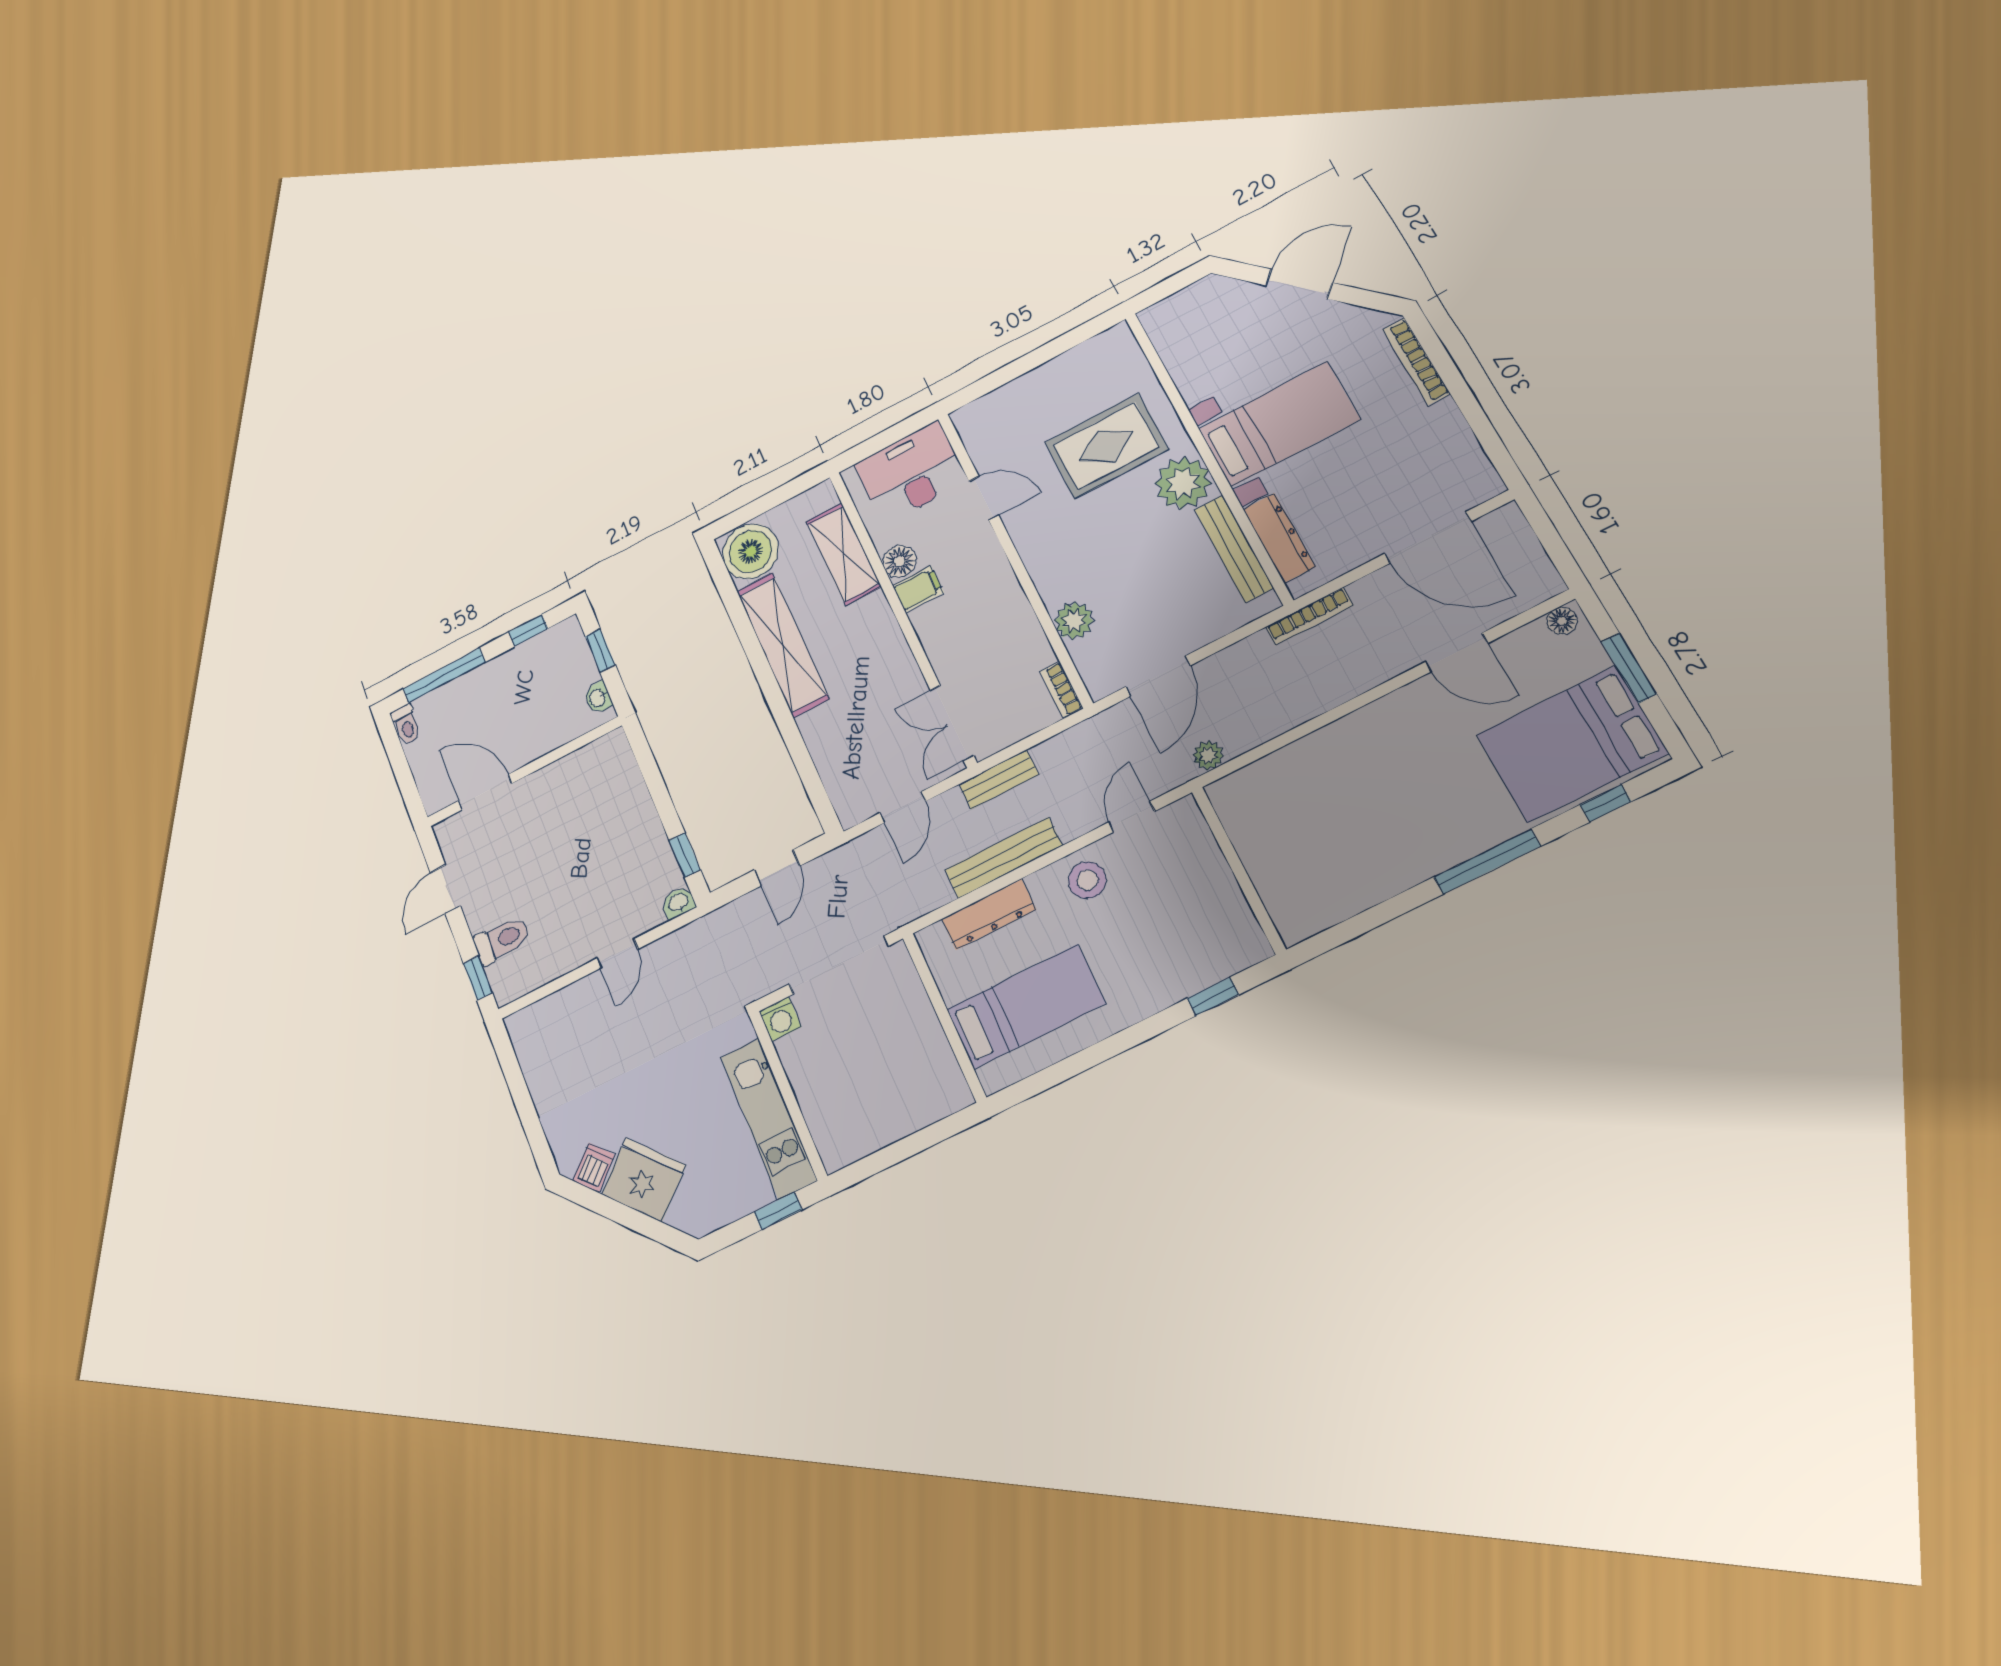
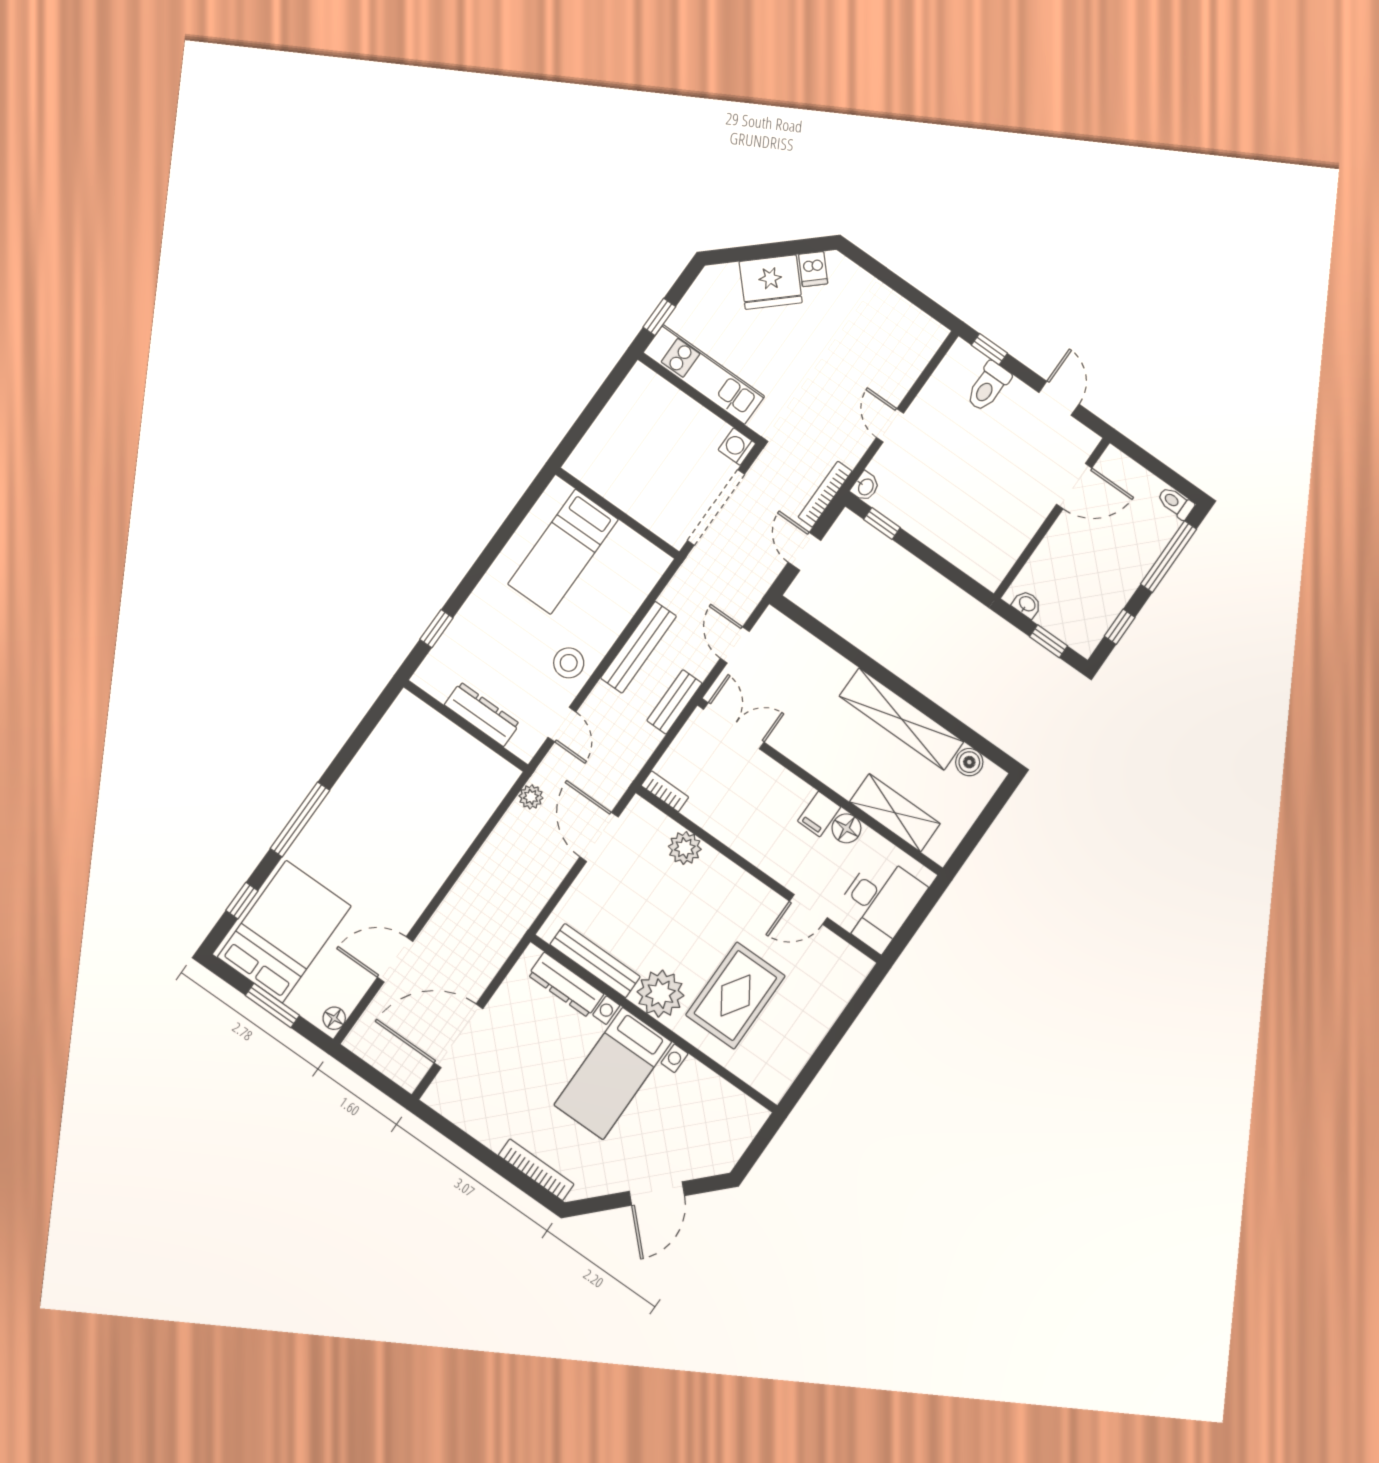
boiler: (750, 551) -> (969, 762), width x0.54, depth x0.54
bookcase: (1309, 616) -> (825, 494), moved
dresser: (989, 914) -> (482, 714), moved, turned 90

